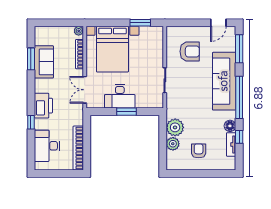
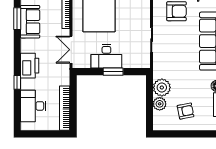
armchair: (199, 151) -> (185, 111), turned 79

